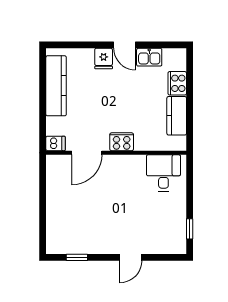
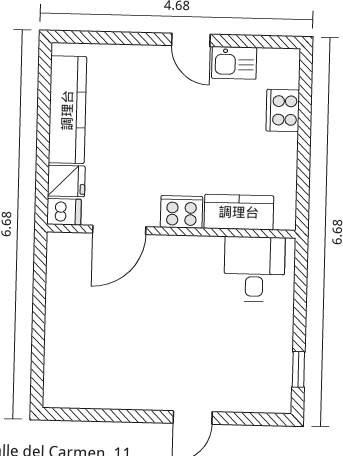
fridge: (104, 59) -> (66, 181), moved, turned -90
kitchen counter: (177, 116) -> (239, 212), moved, turned 90
window: (77, 257) -> (97, 415), removed

